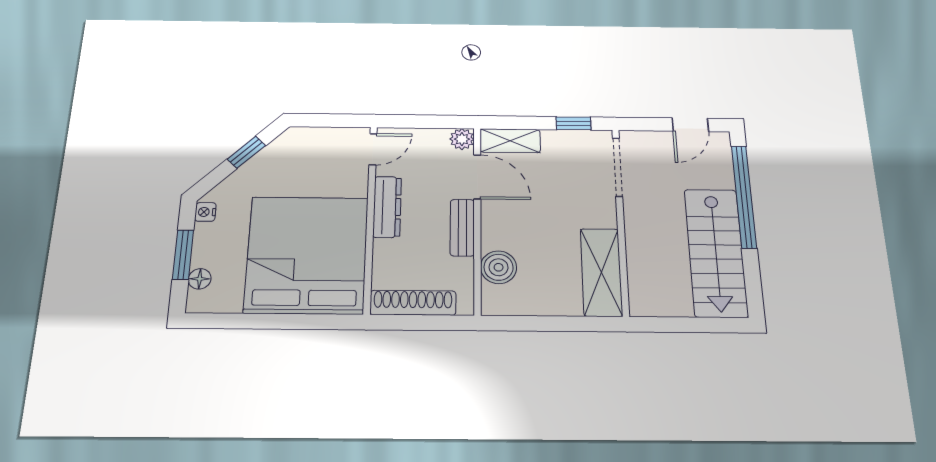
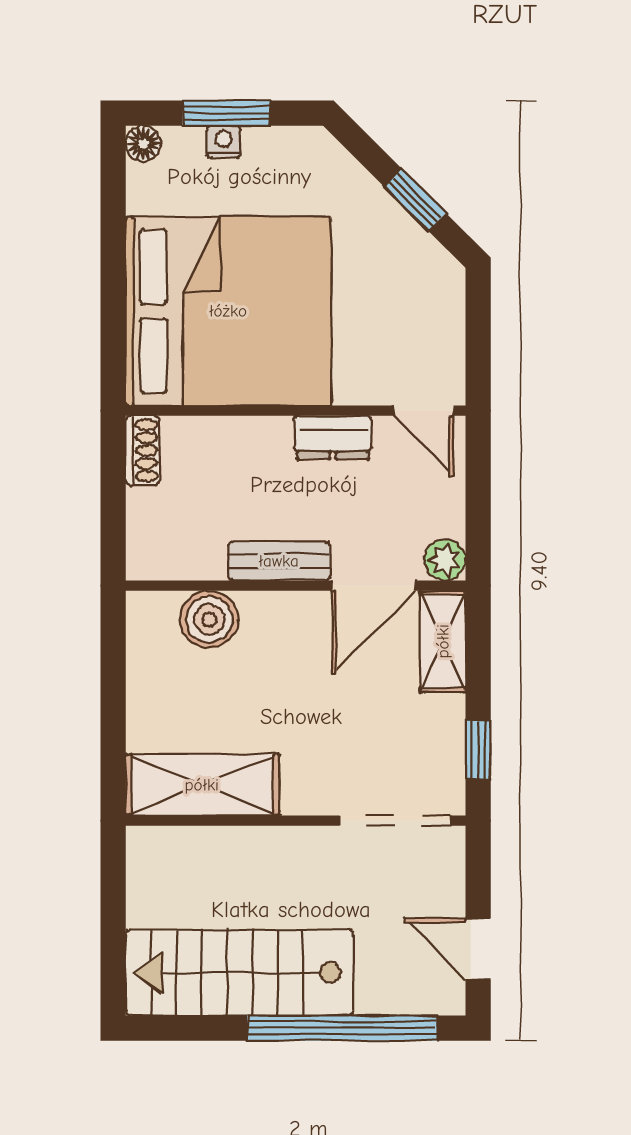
dresser: (387, 207) -> (333, 438), width x0.70
nightstand: (205, 212) -> (223, 142), moved
floor lamp: (200, 279) -> (143, 143), moved
shoe rack: (413, 303) -> (143, 450), width x0.51, depth x0.81

